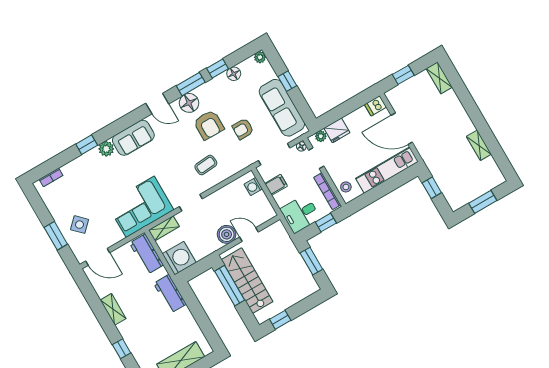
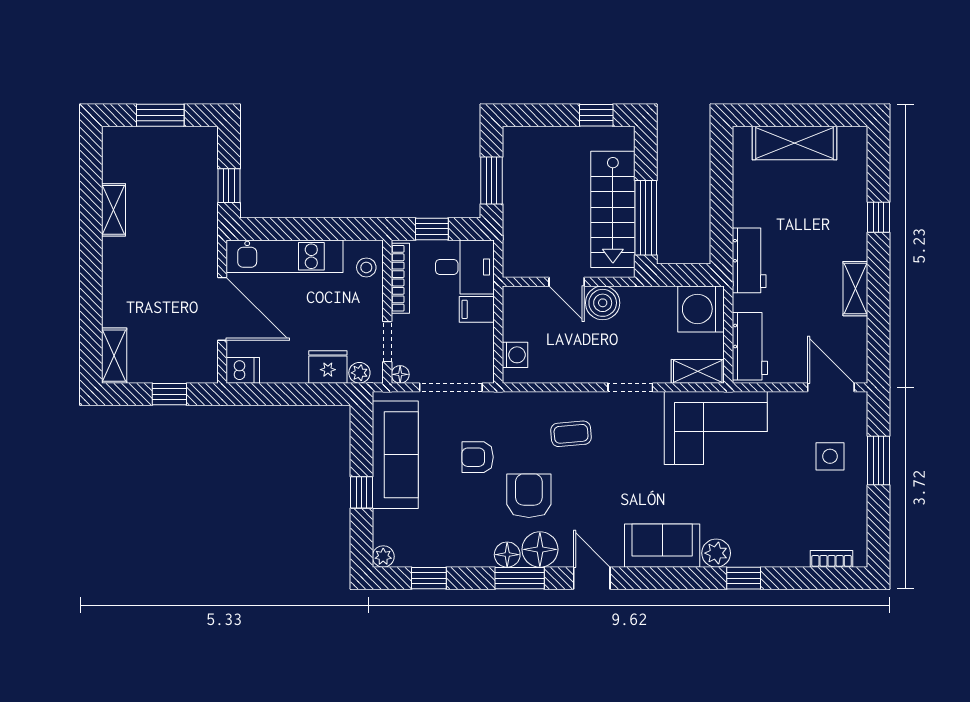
window: (218, 68) -> (429, 578), moved
floor lamp: (234, 74) -> (507, 555), moved
armchair: (243, 129) -> (478, 457), turned 180
filing cabinet: (276, 185) -> (477, 309), moved
side table: (80, 225) -> (830, 456), turned 45

